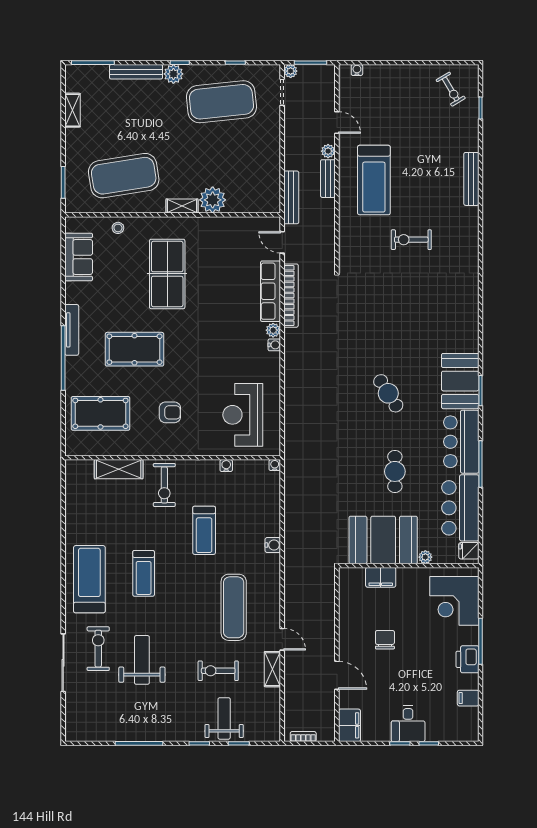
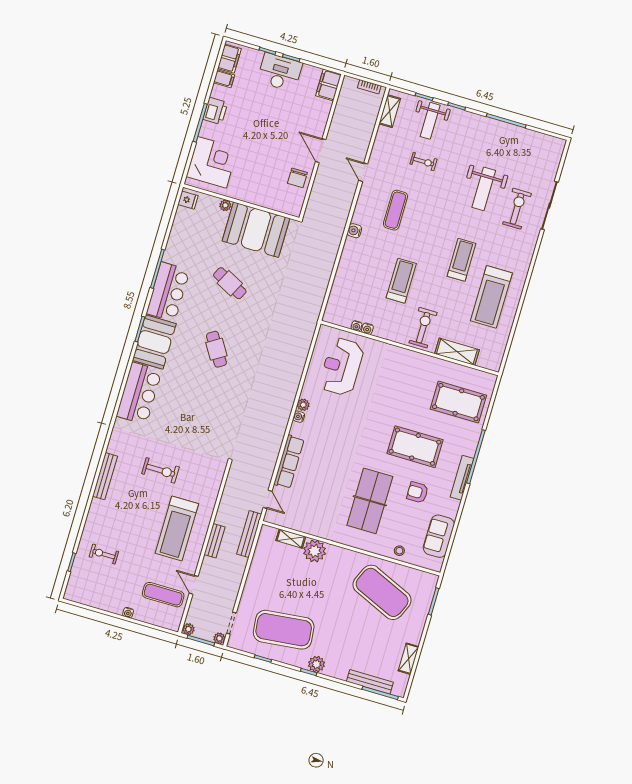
water cooler: (357, 70) -> (128, 613), moved
bench: (136, 72) -> (370, 682), moved
exercise bike: (451, 89) -> (104, 554), moved, turned -59
exercise mat: (368, 102) -> (163, 595), added
plant: (328, 151) -> (188, 629), moved
exercise mat: (124, 176) -> (382, 592), turned 33
bench: (471, 179) -> (105, 476), moved
treadmill: (374, 180) -> (177, 528), turned 180
shelving: (182, 206) -> (291, 539), moved
bookcase: (291, 296) -> (273, 453), removed
plant: (273, 330) -> (303, 405), moved
armchair: (170, 412) -> (417, 492), moved
reception desk: (243, 415) -> (342, 367), turned 180
water cooler: (275, 465) -> (357, 326), moved
cafe table: (395, 471) -> (230, 283), turned -63
bar counter: (460, 508) -> (139, 393), moved
water cooler: (273, 545) -> (354, 231), moved
filing cabinet: (381, 577) -> (229, 59), moved, turned 90
treadmill: (89, 579) -> (491, 297), moved
exercise mat: (234, 607) -> (395, 210), width x0.73, depth x0.69
chair: (385, 640) -> (297, 178), moved
exercise bike: (98, 649) -> (517, 209), turned 180
shelving: (272, 669) -> (390, 111), moved
exercise bike: (218, 671) -> (423, 162), width x0.73, depth x0.72
door: (337, 675) -> (321, 151), moved
desk: (408, 724) -> (280, 72), width x1.37

